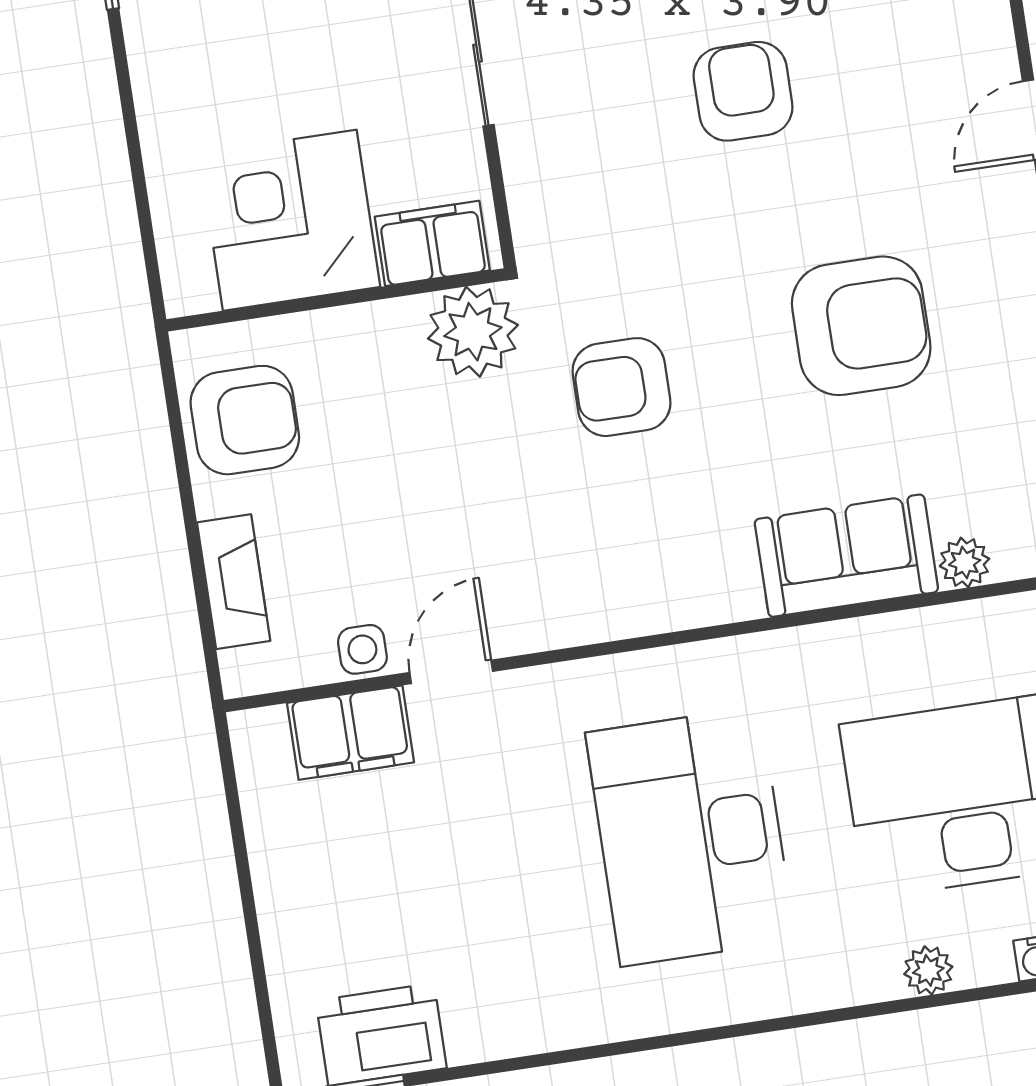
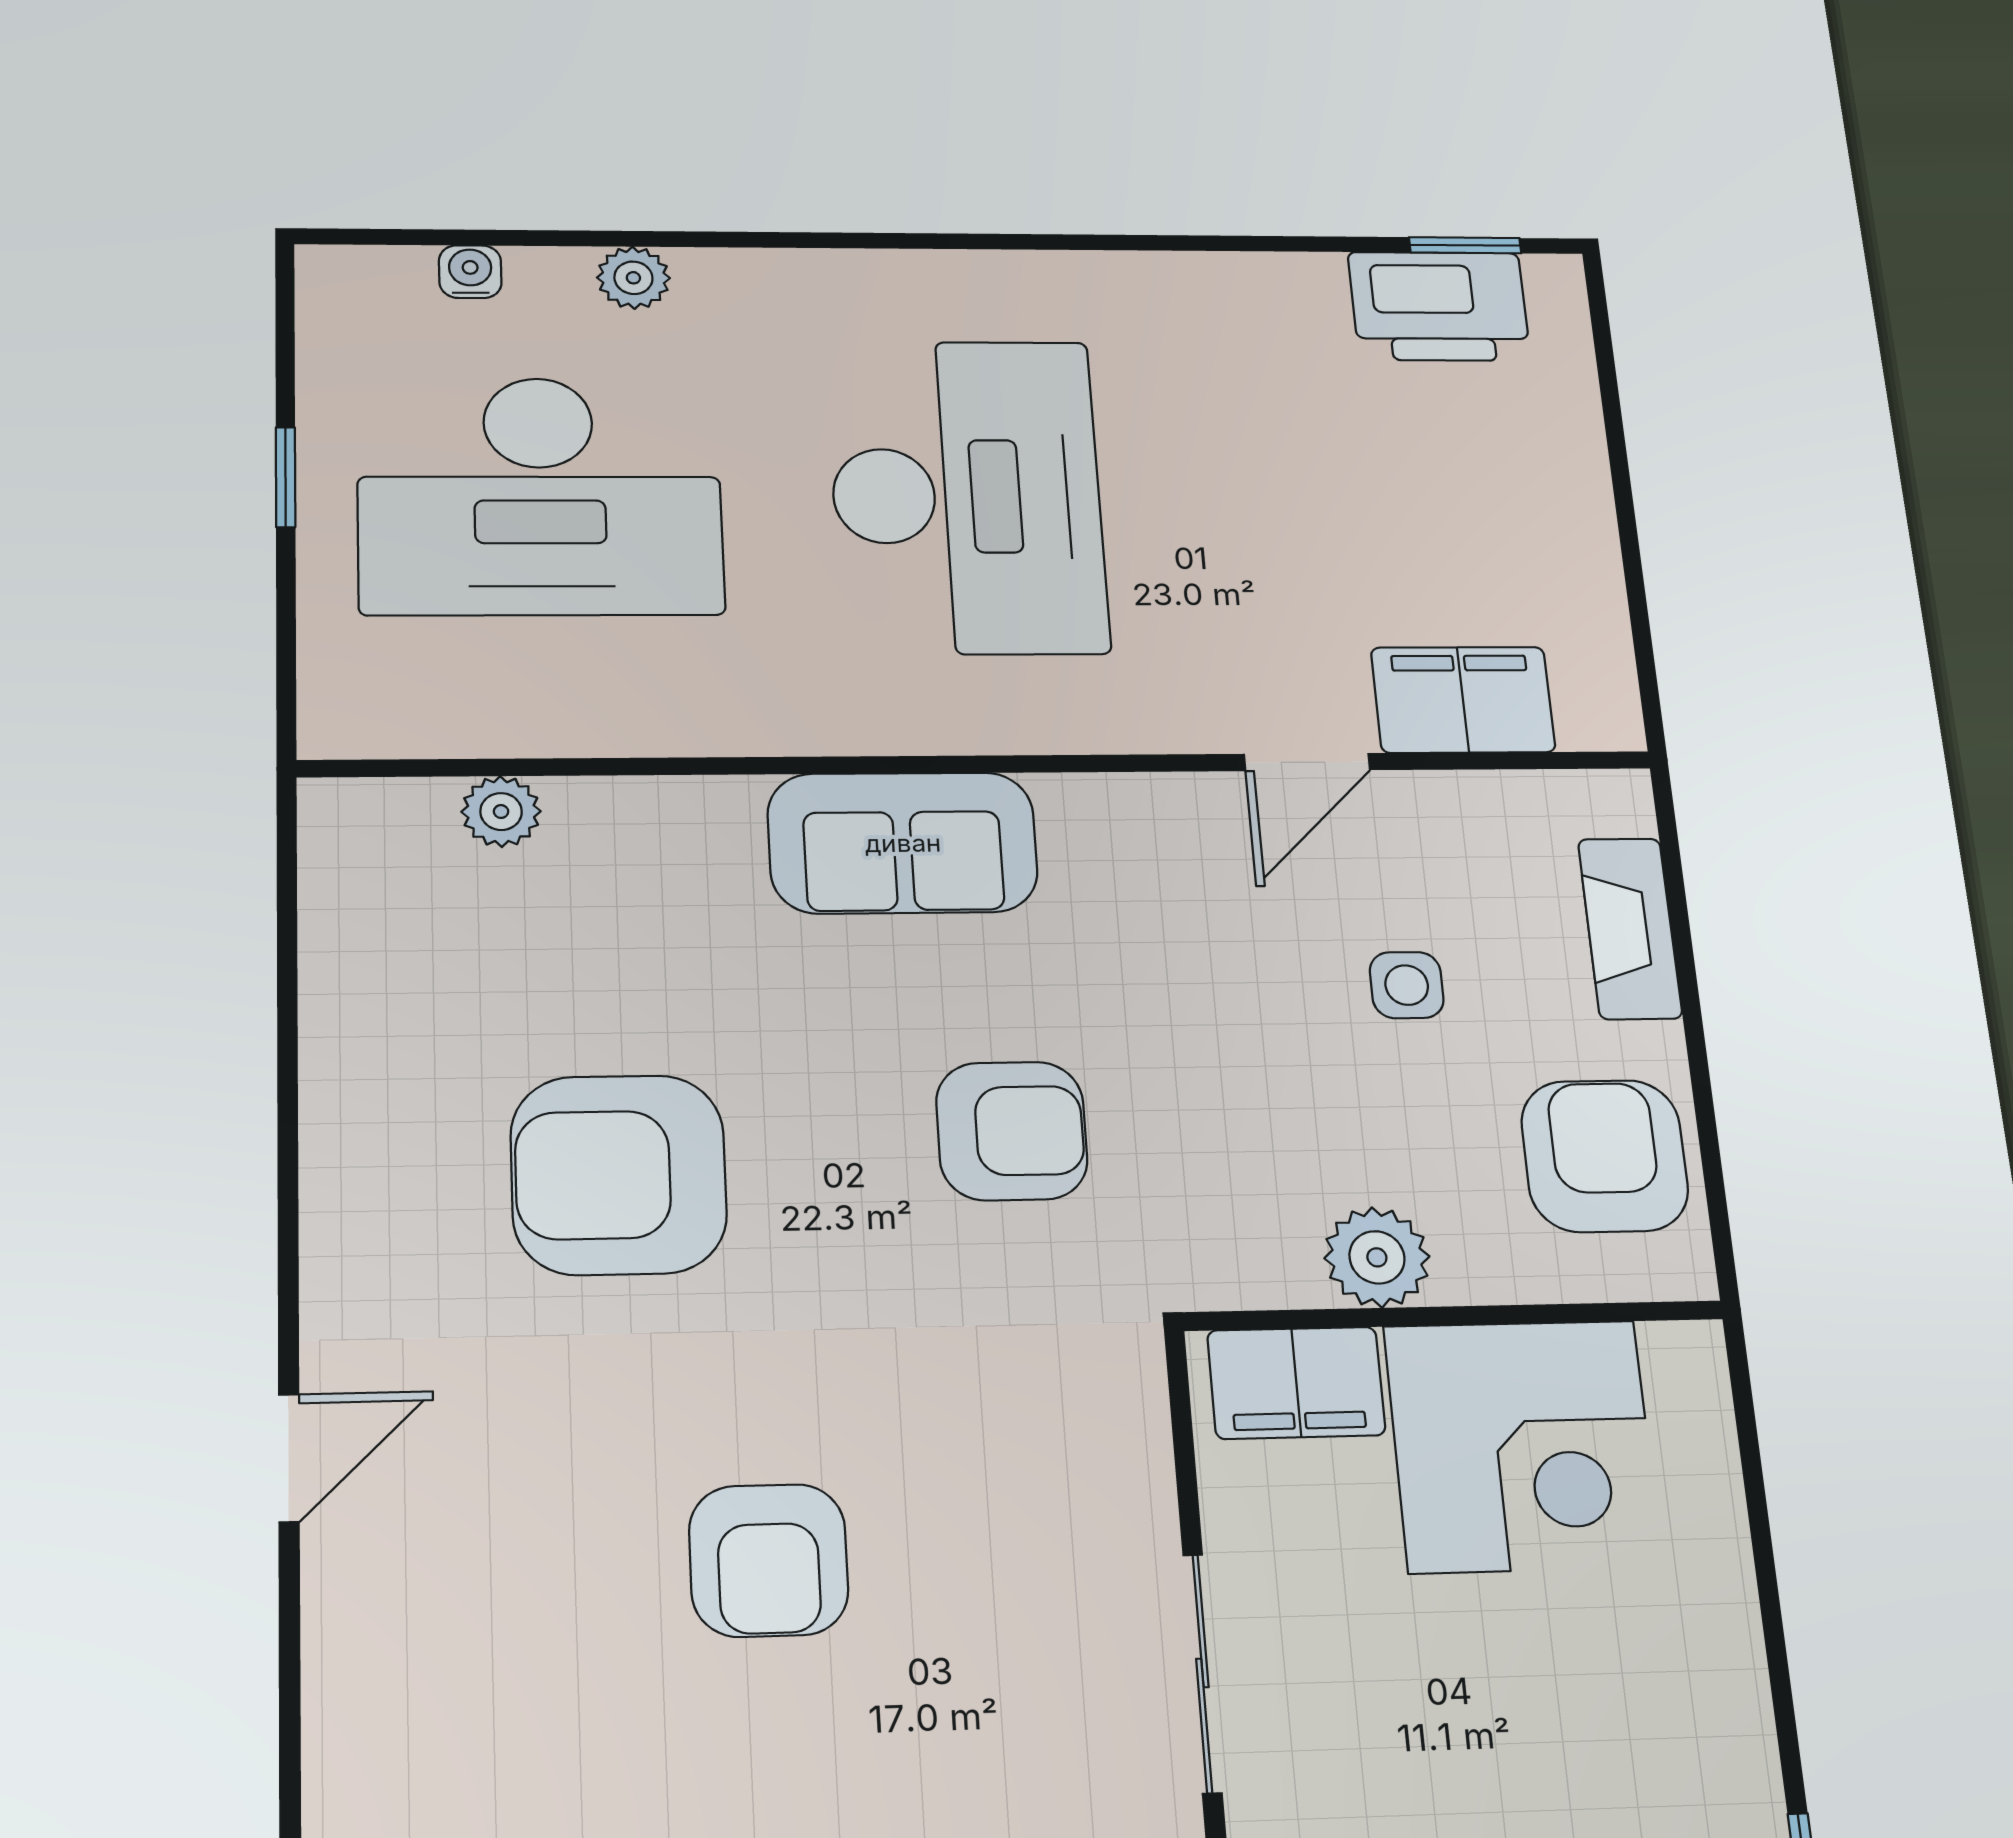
plant: (473, 332) -> (1377, 1257), moved, width x0.73, depth x0.73
armchair: (245, 420) -> (1605, 1156), turned 90
sofa: (846, 556) -> (903, 843), moved
side table: (362, 649) -> (1407, 985), moved

